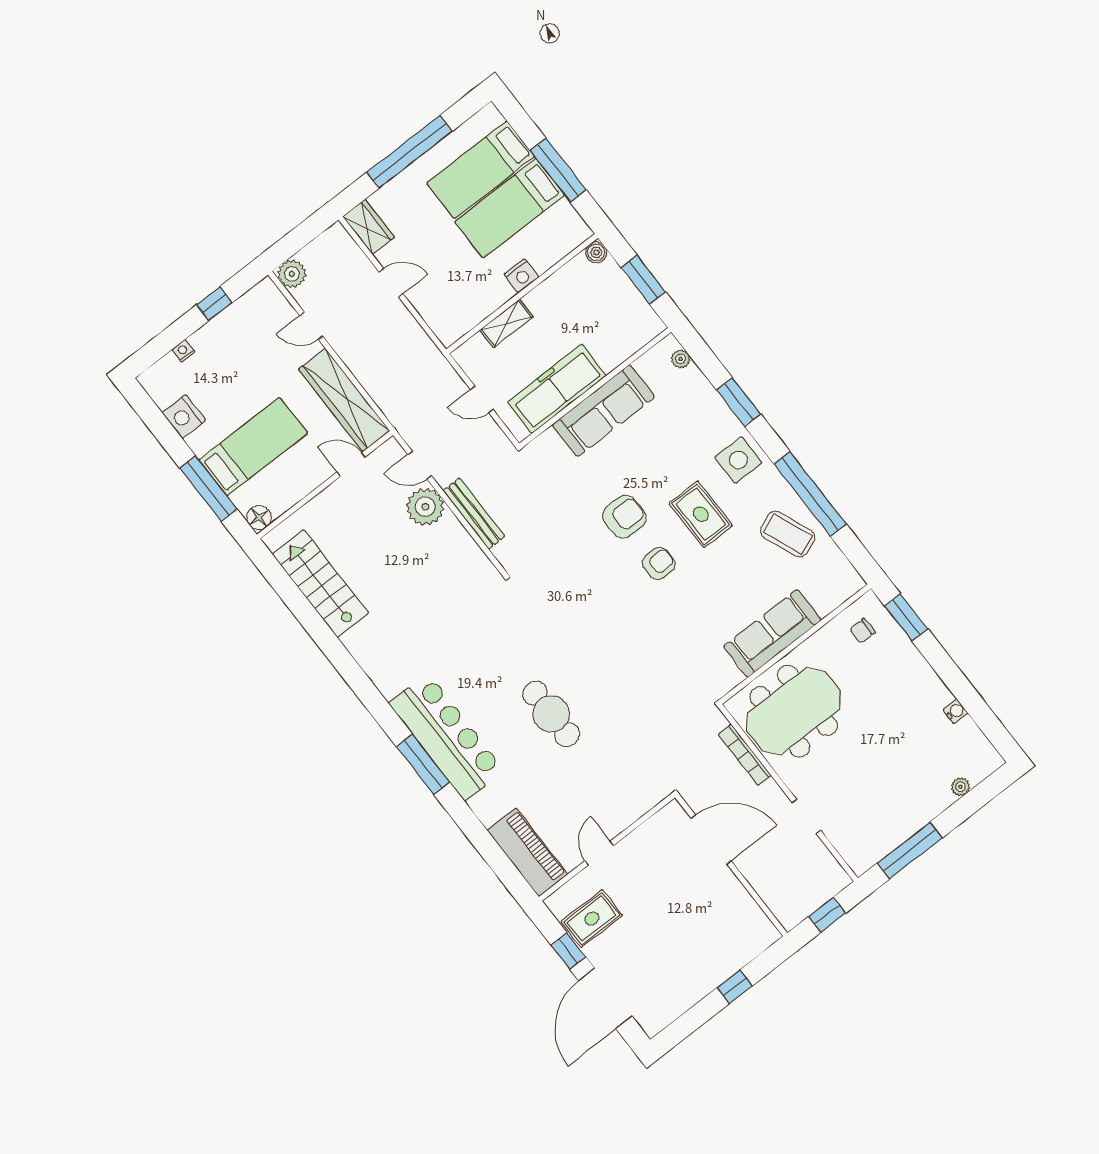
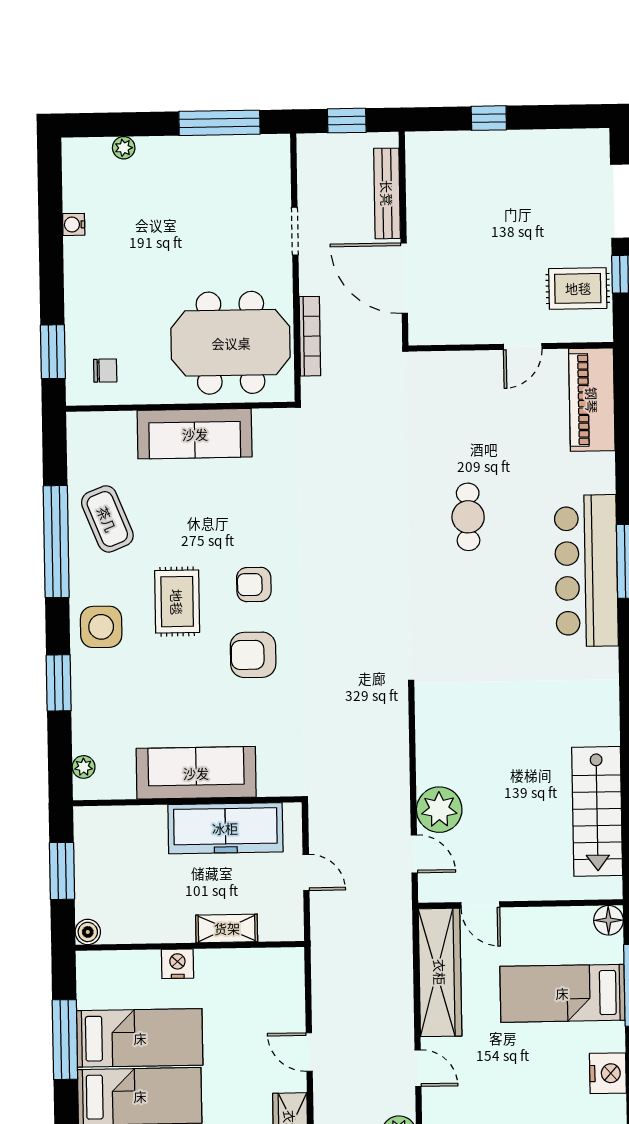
bench: (474, 514) -> (387, 193), moved
cafe table: (551, 714) -> (468, 517), width x0.73, depth x0.74

